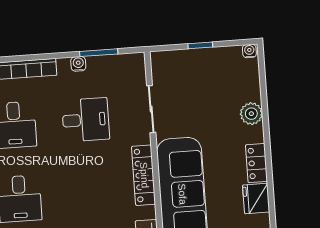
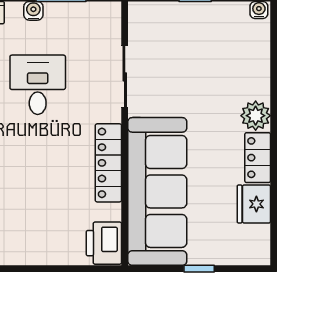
plant: (251, 114) -> (256, 116), moved
desk: (86, 120) -> (38, 85), turned -90

